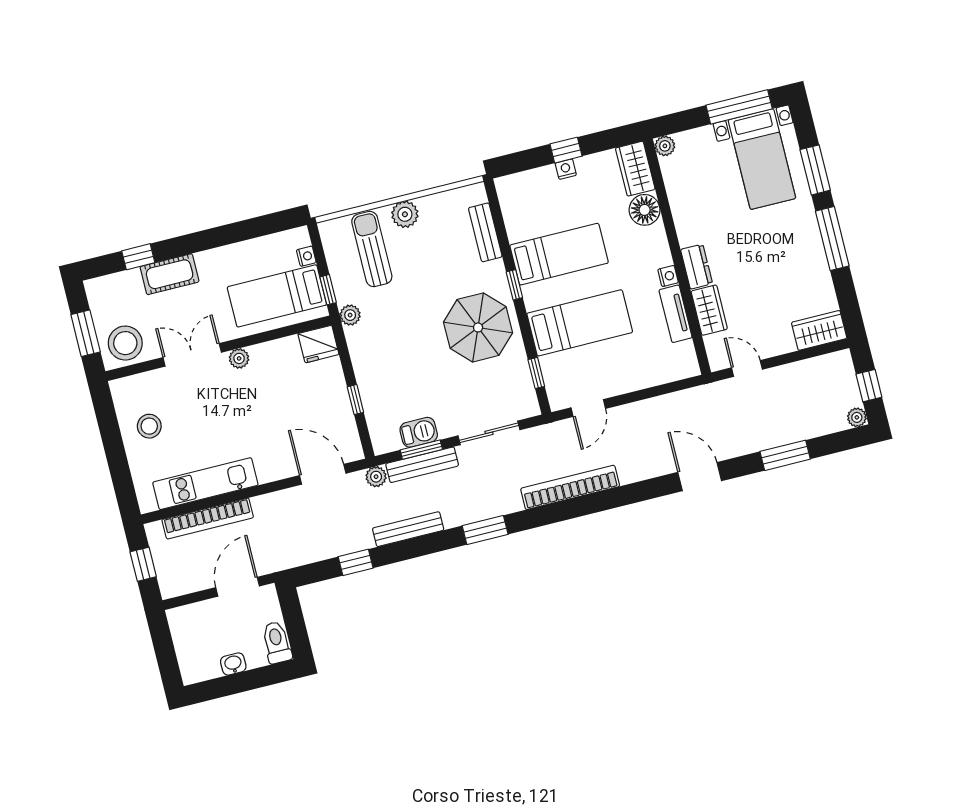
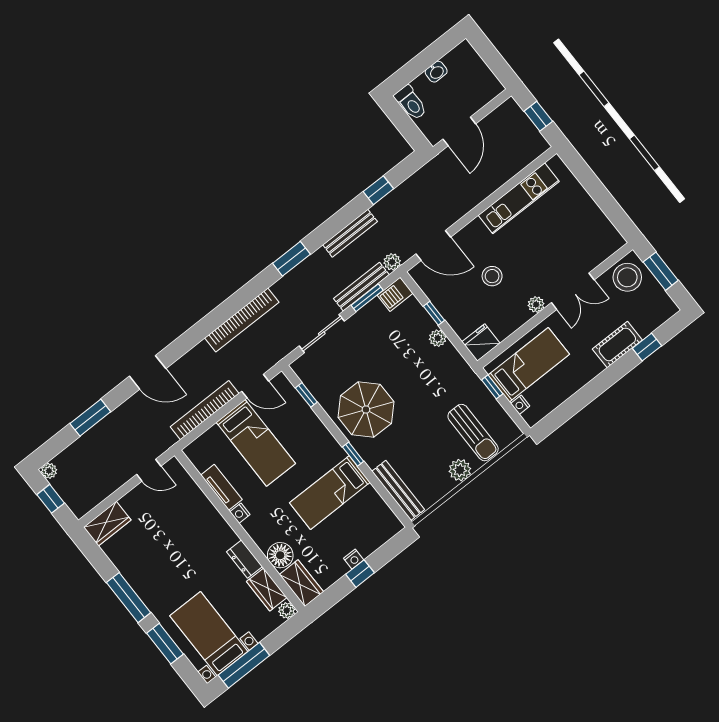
bench: (485, 232) -> (398, 490), width x1.36
dresser: (697, 267) -> (244, 559), moved
wardrobe: (709, 310) -> (267, 589), moved
plant: (350, 315) -> (438, 338), moved
bed: (580, 323) -> (256, 443), moved, turned -90
door: (588, 408) -> (255, 386), swing flipped
stool: (149, 426) -> (492, 276), moved
barbecue: (419, 432) -> (395, 294), moved
bookcase: (208, 519) -> (205, 410), moved

